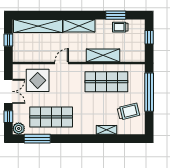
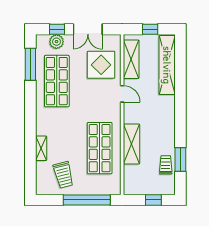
shelving: (79, 26) -> (131, 59), moved
plant: (19, 128) -> (56, 42), moved

